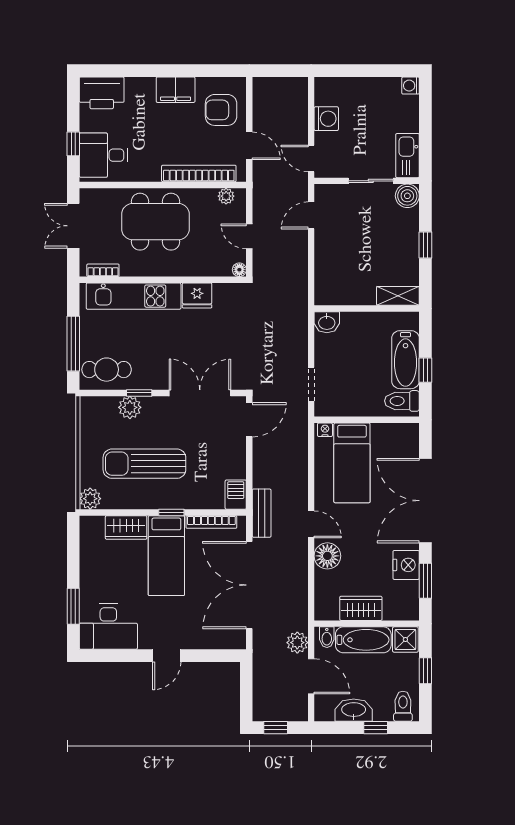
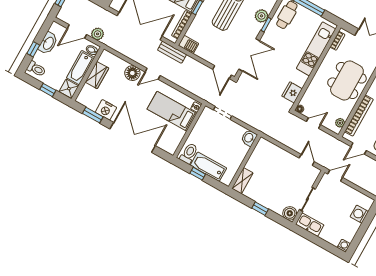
washing machine: (326, 119) -> (359, 214), moved, turned 90
fridge: (197, 295) -> (292, 92), moved

